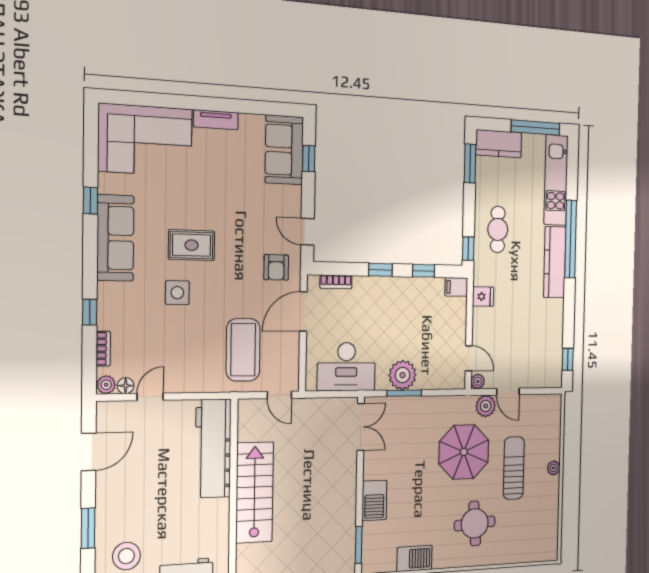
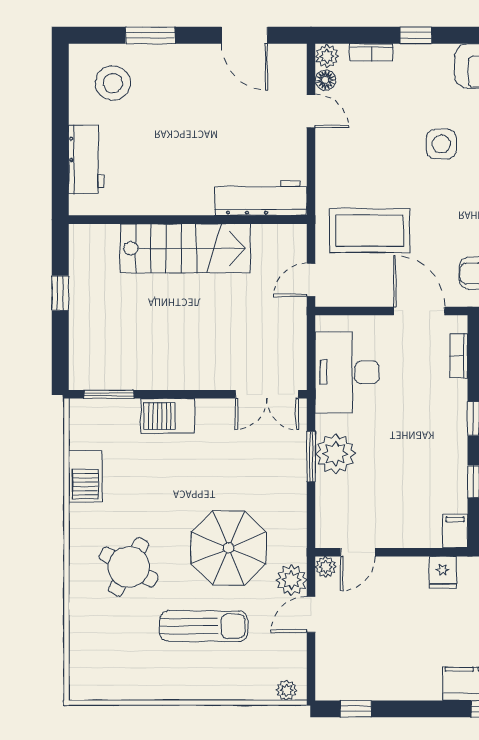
workbench: (213, 448) -> (261, 198), width x0.73, depth x0.76
plant: (554, 468) -> (287, 690), moved
round table: (475, 523) -> (129, 567), turned 33

